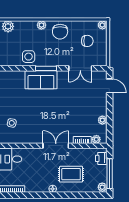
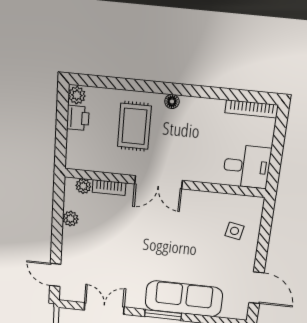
sofa: (41, 80) -> (184, 299), width x1.36
printer: (101, 158) -> (78, 118), moved
rug: (71, 174) -> (134, 126), turned 90
window: (110, 174) -> (62, 120), removed

